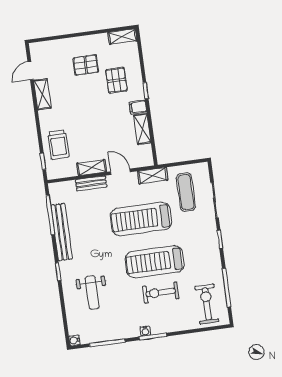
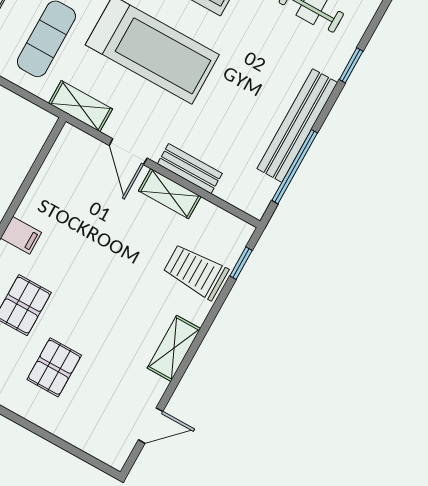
pallet: (86, 65) -> (54, 367), turned 90
shelving: (42, 94) -> (174, 348), moved
shelving: (142, 129) -> (40, 194), removed
trolley: (58, 144) -> (196, 272), turned -90

